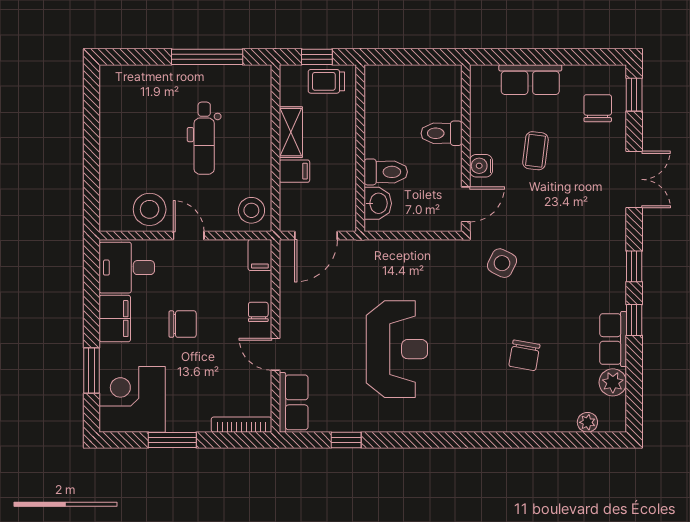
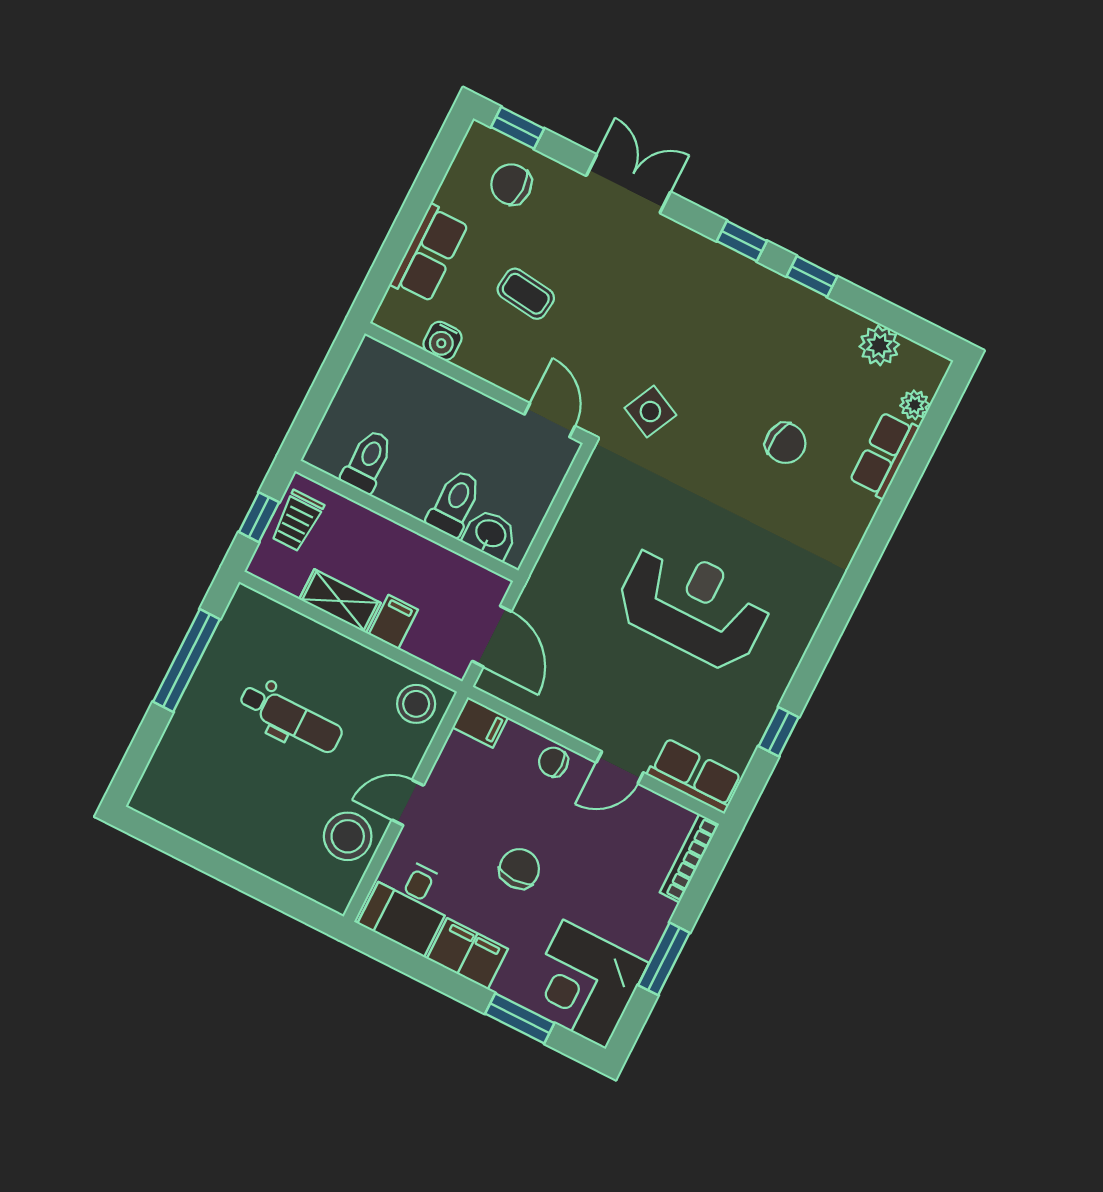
toilet: (441, 133) -> (368, 461), moved, turned 180
water cooler: (481, 166) -> (442, 341), moved
row of seats: (613, 339) -> (884, 455), moved, turned 90

